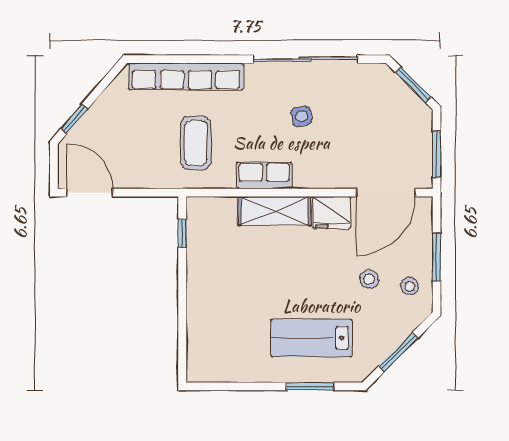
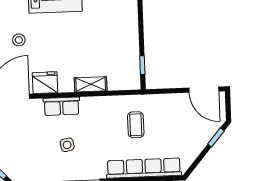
coffee table: (196, 143) -> (136, 125), width x0.73, depth x0.77
row of seats: (264, 175) -> (62, 106), moved
shelving: (274, 211) -> (91, 84), width x0.67, depth x0.75

